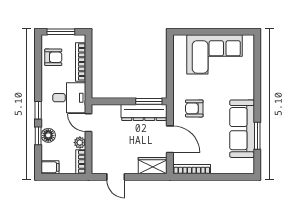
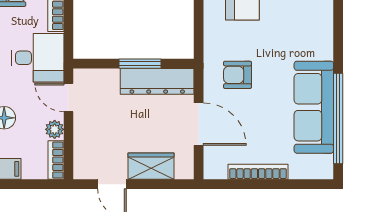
window: (149, 101) -> (140, 64), moved
window: (257, 136) -> (338, 118), width x2.11
wardrobe: (153, 166) -> (151, 166), moved
bookcase: (192, 169) -> (258, 172), moved

